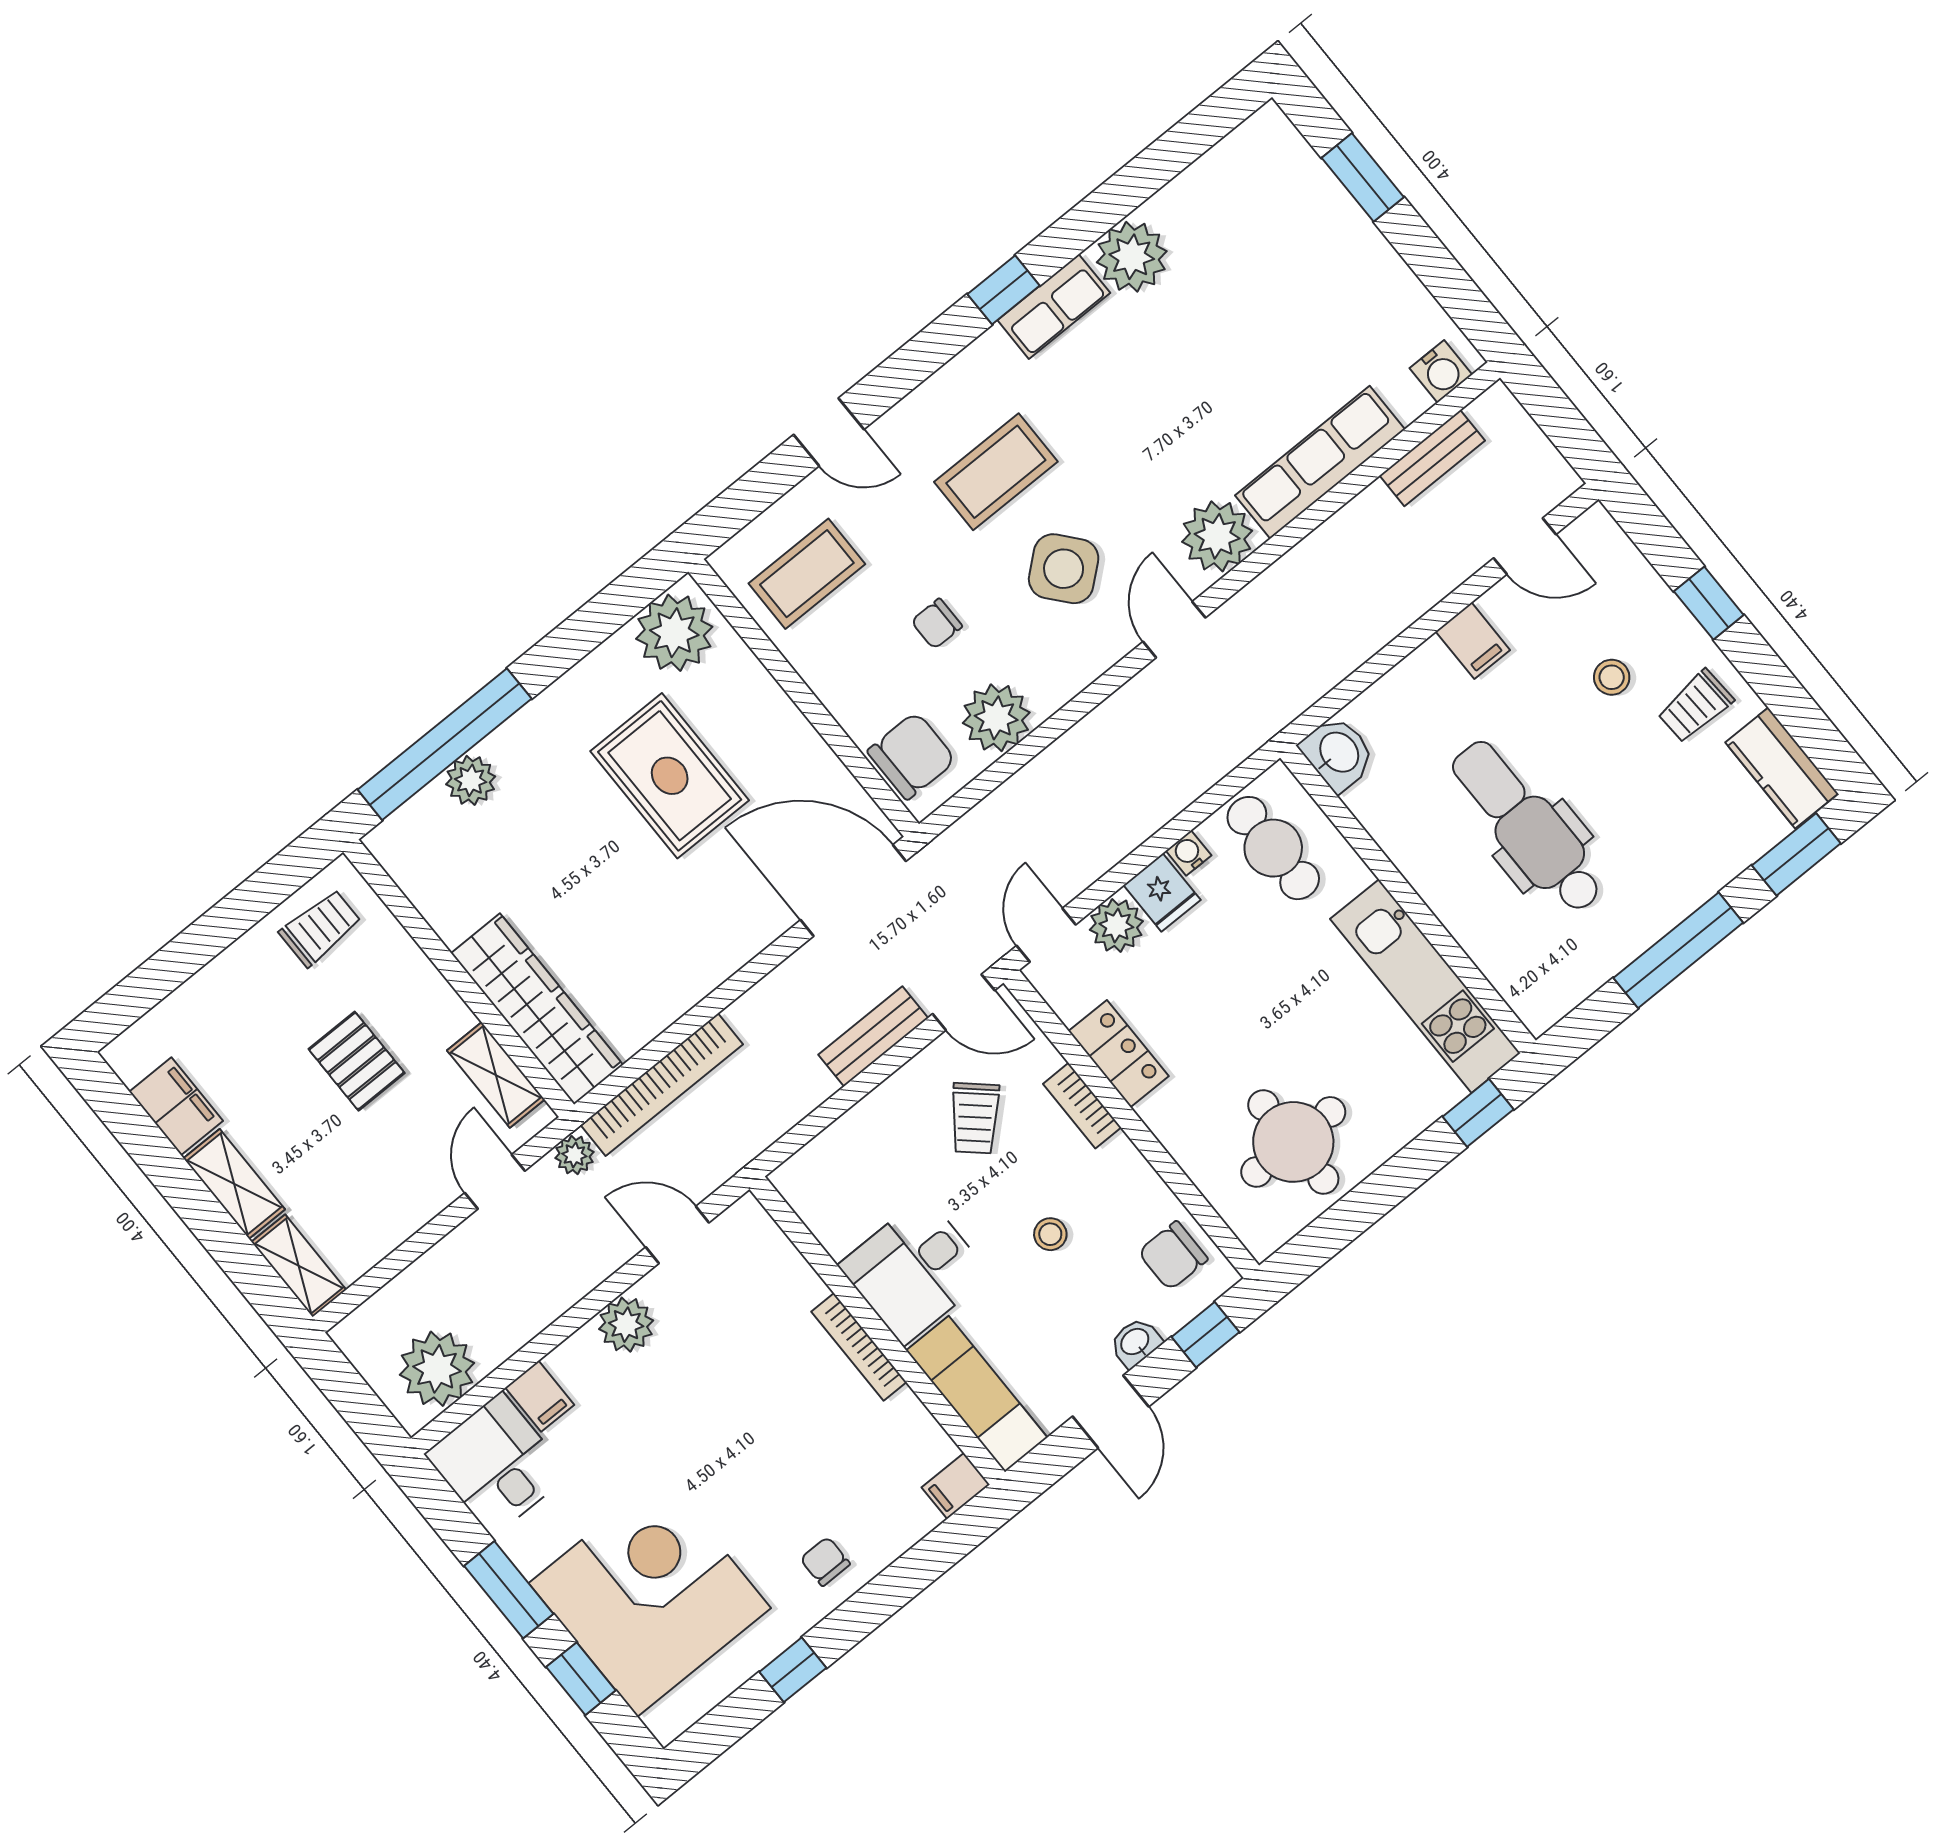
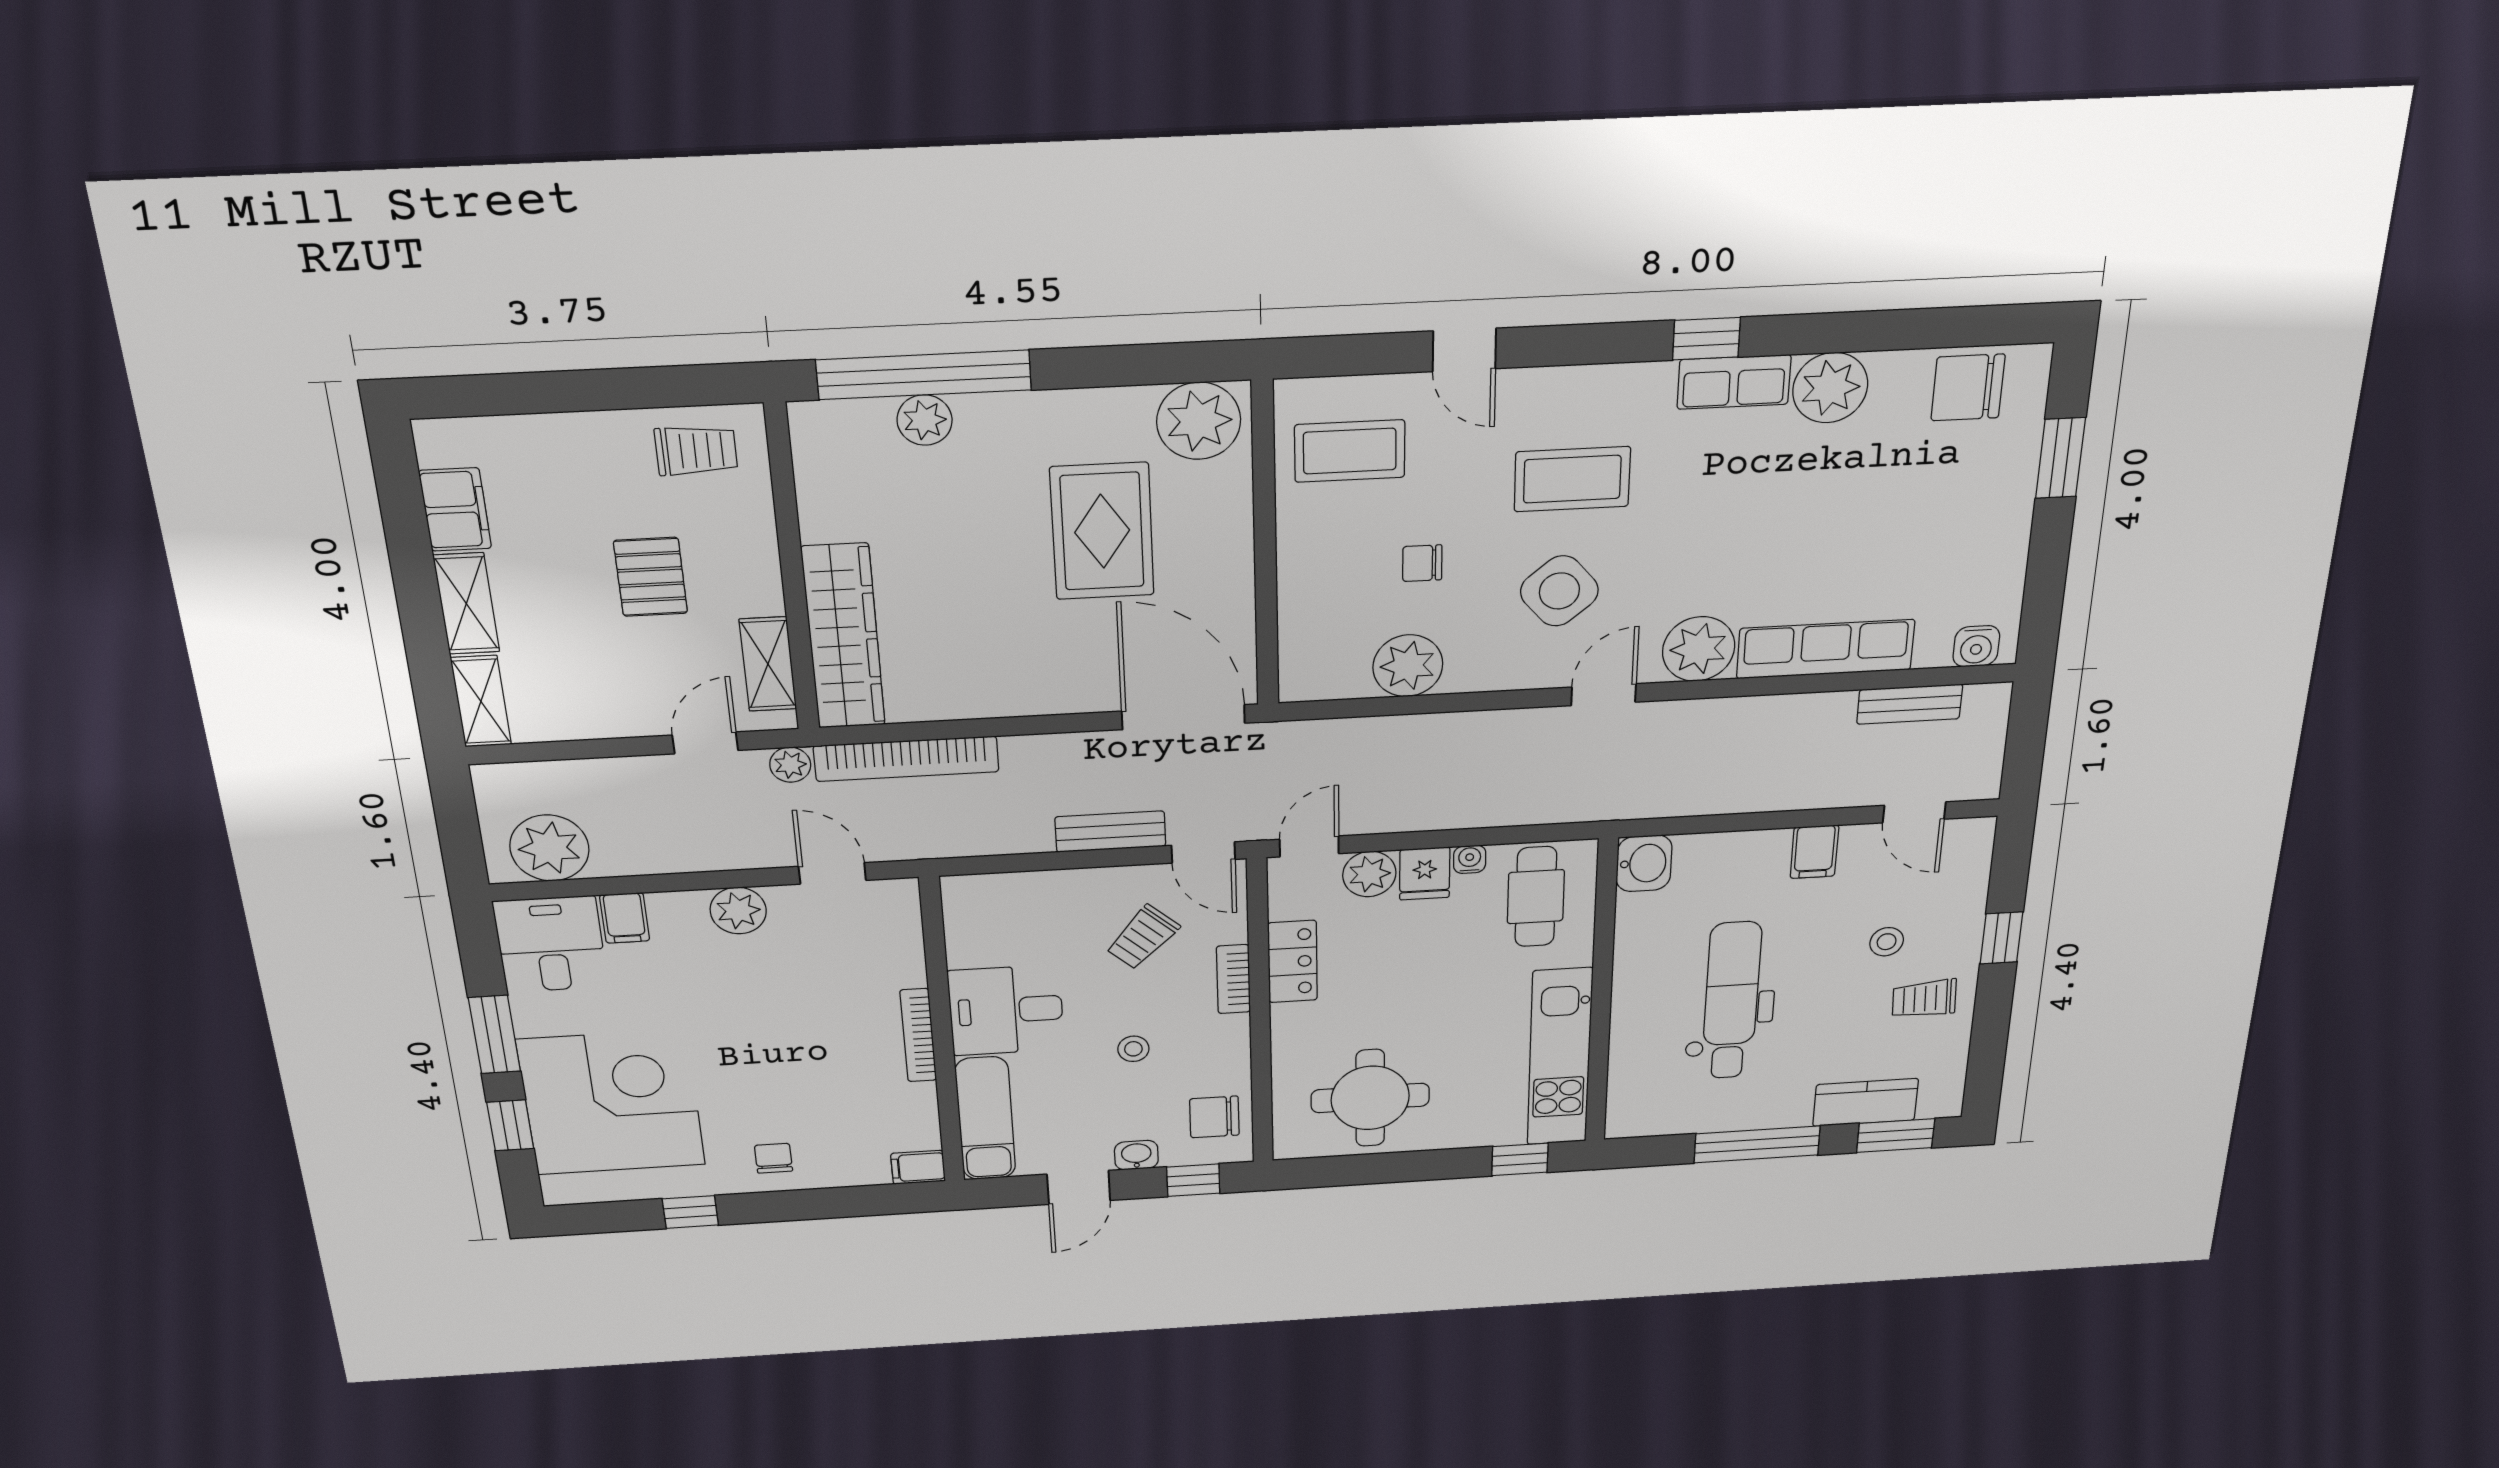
chair: (912, 756) -> (1968, 387), moved, turned 180
kitchen counter: (1782, 768) -> (1866, 1102), moved, turned 90

